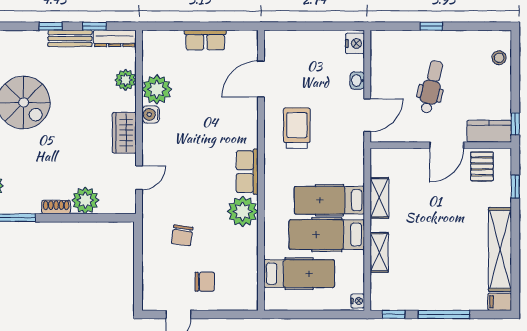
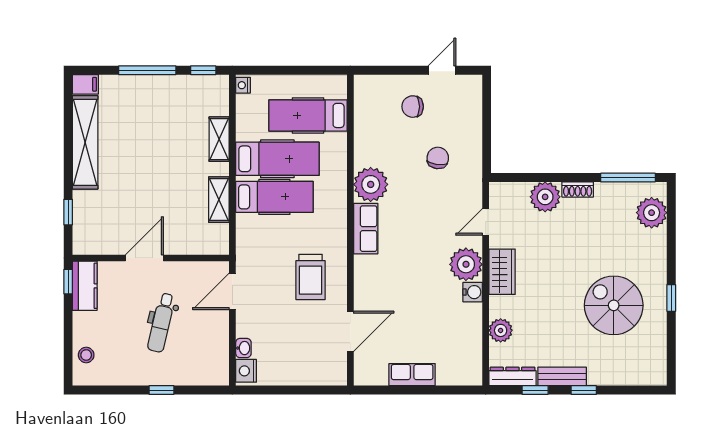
washbasin: (357, 81) -> (243, 348), moved
plant: (157, 89) -> (466, 264), moved
kitchen counter: (489, 131) -> (85, 286), moved, turned -90
pallet: (482, 166) -> (105, 235), removed

